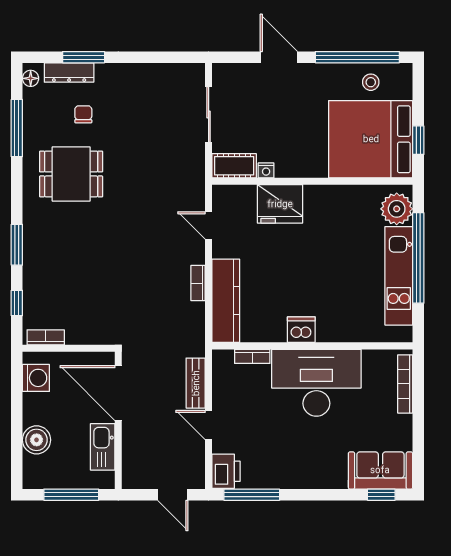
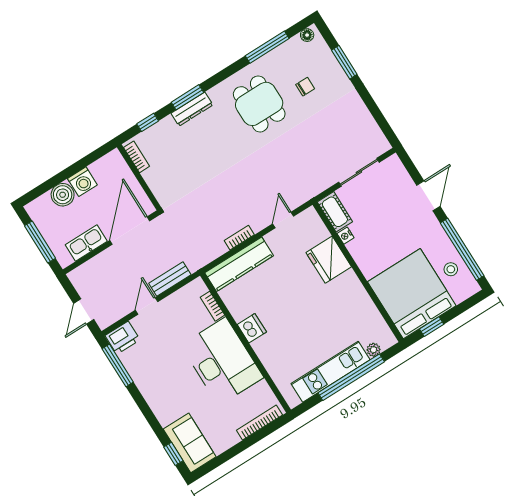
dresser: (69, 73) -> (192, 109), moved, turned -90
plant: (397, 209) -> (374, 350), width x0.53, depth x0.53
washing machine: (36, 378) -> (82, 182), moved

